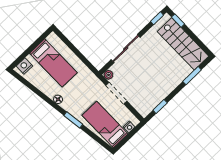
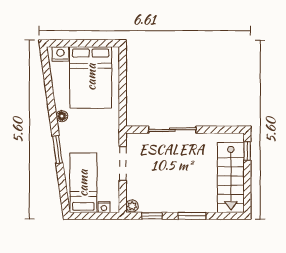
window: (157, 18) -> (230, 130), removed
bed: (53, 63) -> (91, 77), width x1.50
plant: (109, 75) -> (132, 206), moved
window: (192, 76) -> (192, 216), moved

